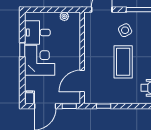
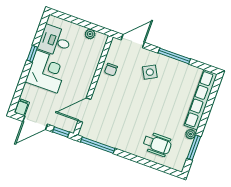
chair: (92, 40) -> (111, 70), added
coffee table: (123, 62) -> (136, 105), removed
window: (104, 106) -> (98, 145), width x2.17

